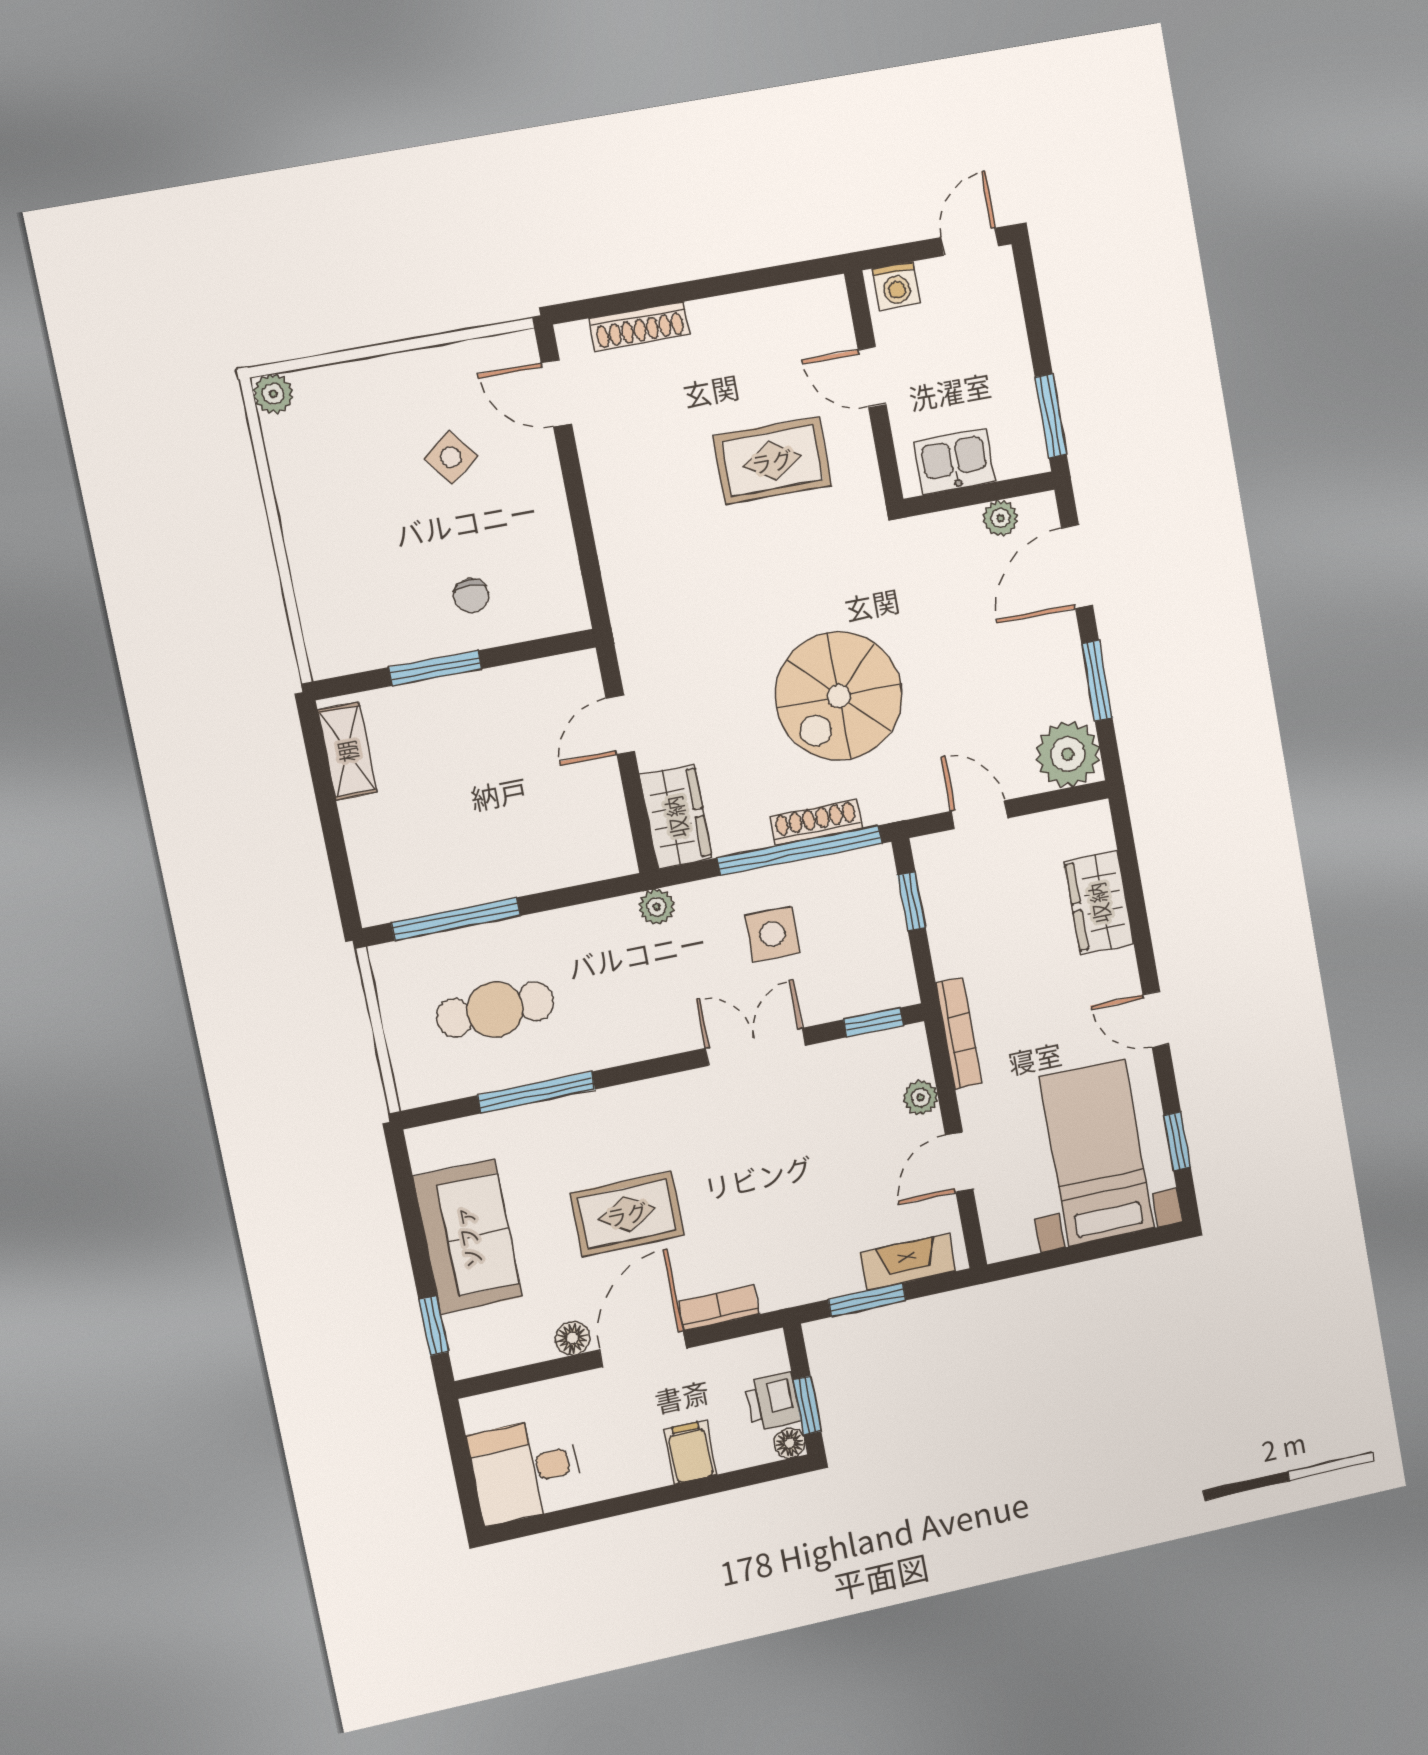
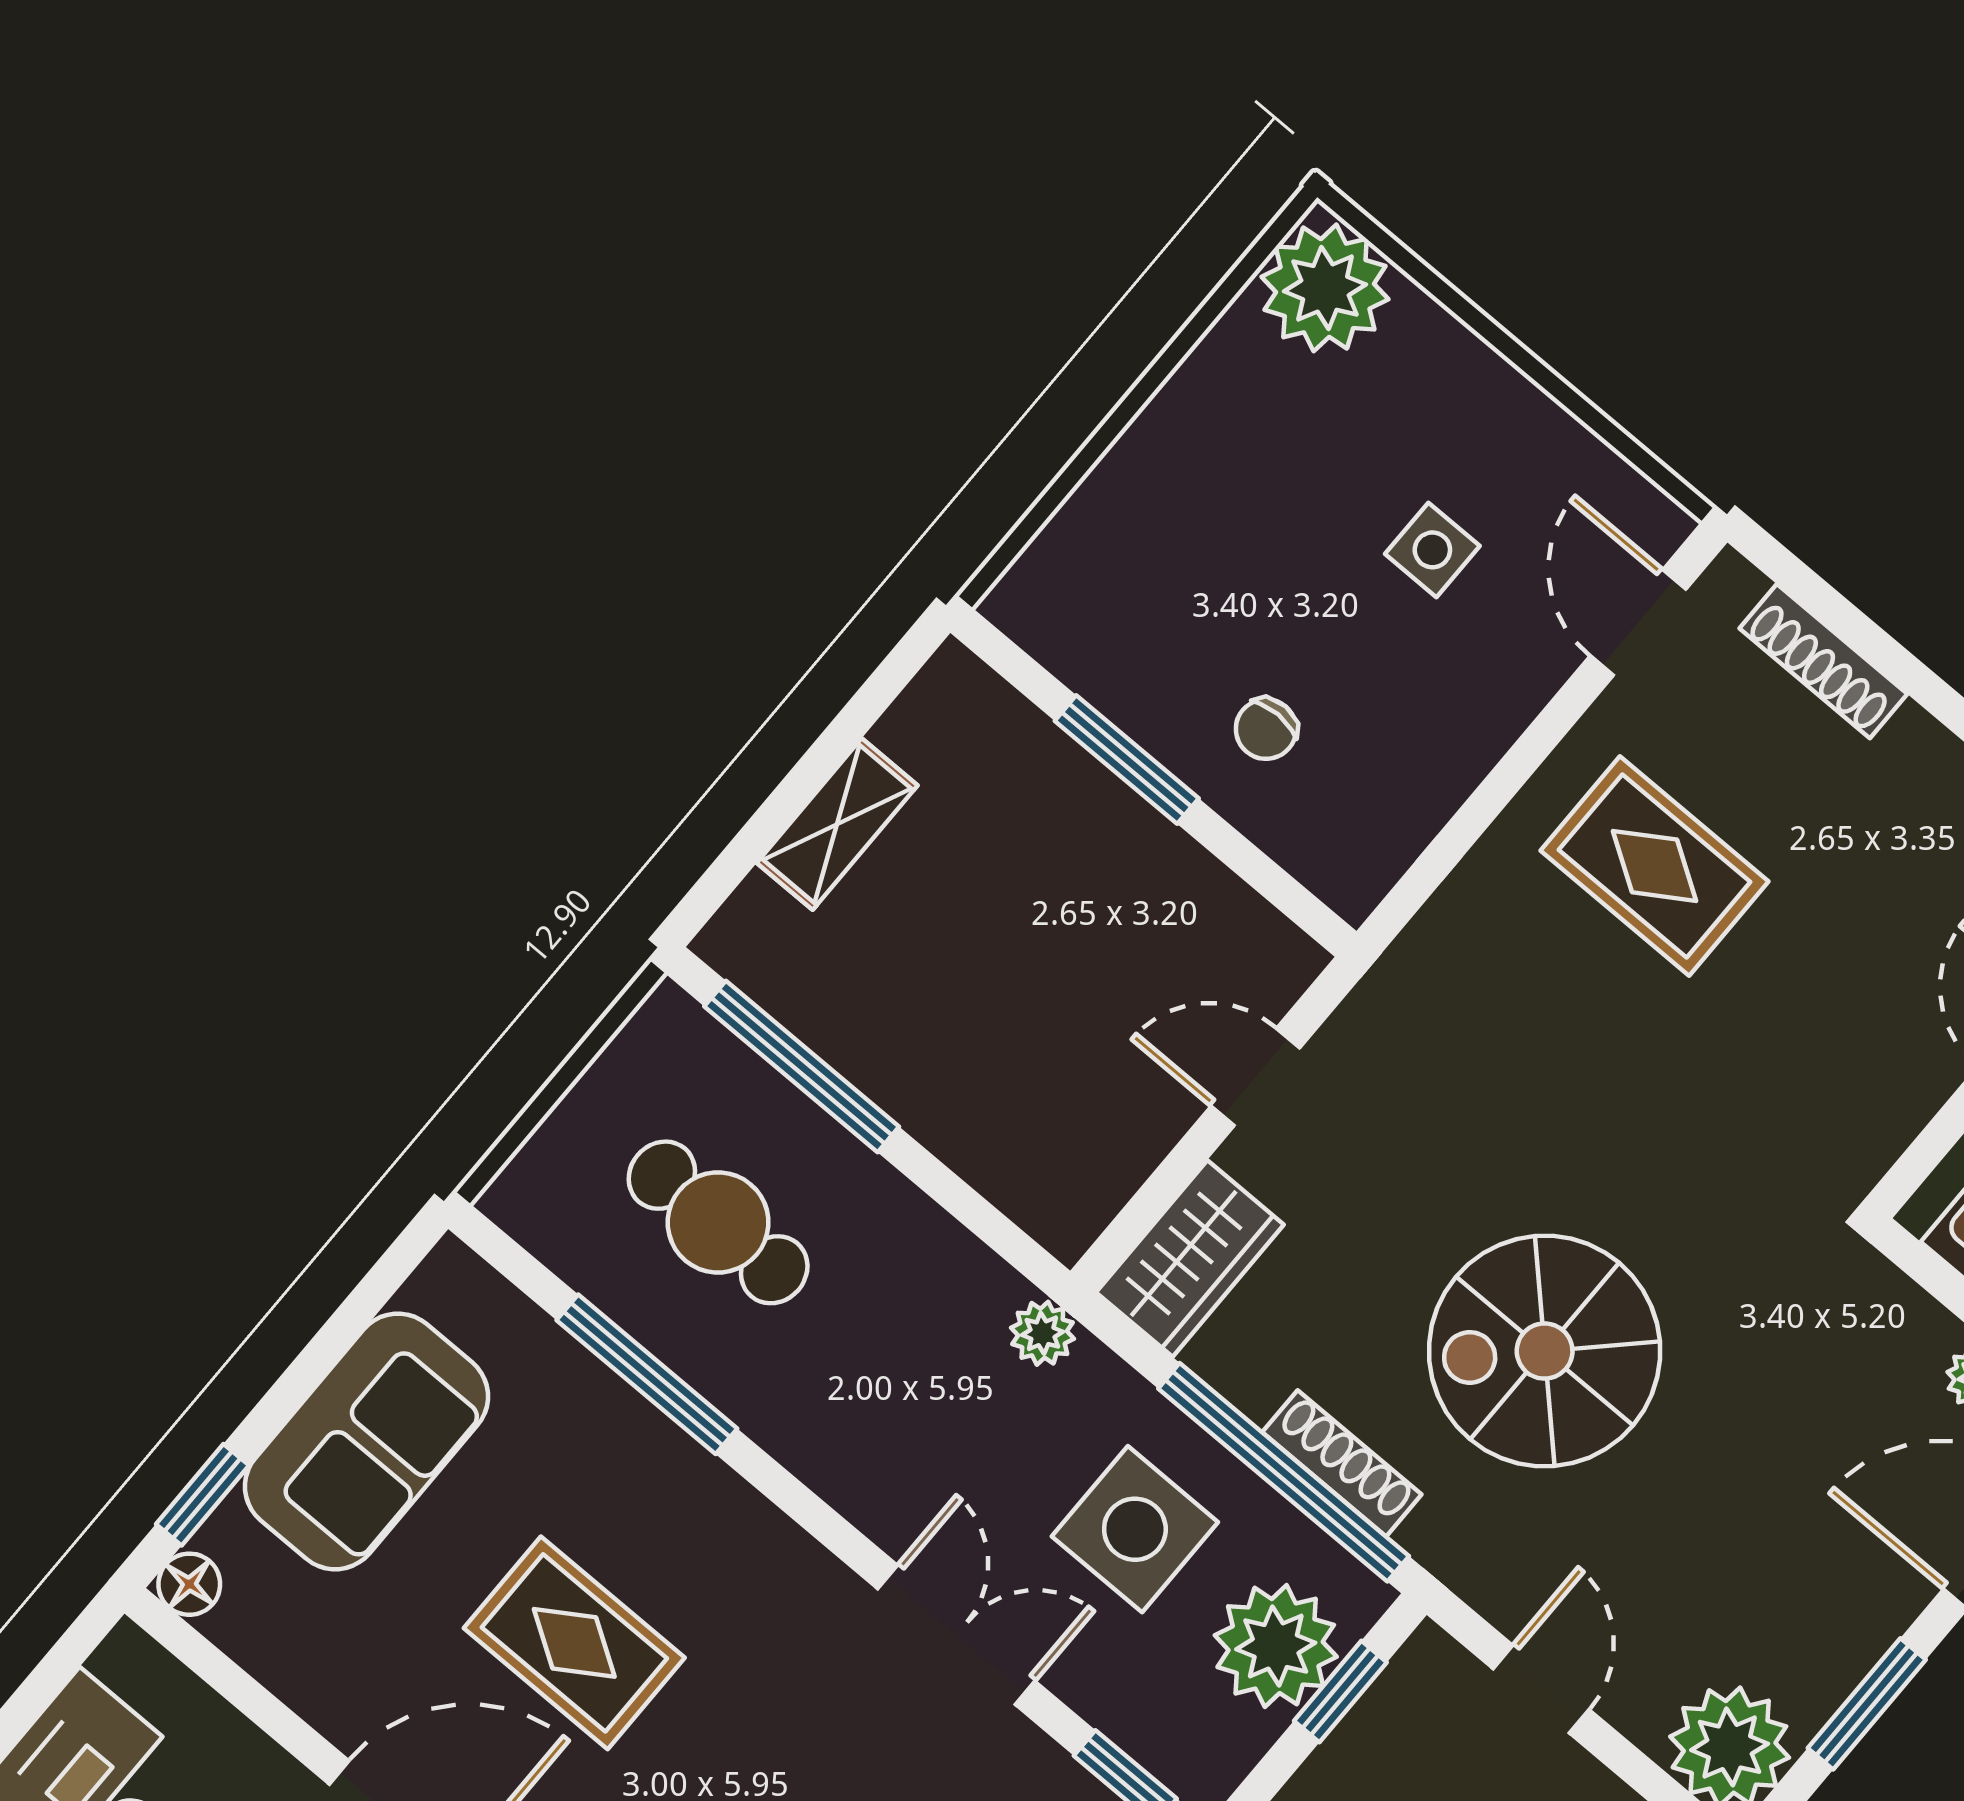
plant: (273, 394) -> (1325, 288), width x1.88, depth x1.88
side table: (451, 457) -> (1432, 550), turned 37
rug: (772, 461) -> (1655, 866), moved
shelving: (347, 751) -> (837, 824), moved
plant: (870, 914) -> (1276, 1646), added
side table: (772, 934) -> (1135, 1529), width x1.37, depth x1.37
floor lamp: (572, 1338) -> (189, 1584), moved

